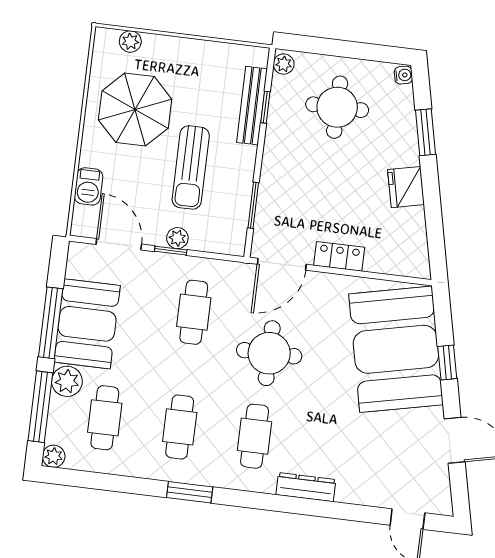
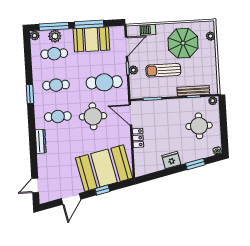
cafe table: (194, 312) -> (104, 82), width x1.37, depth x1.35
plant: (67, 381) -> (55, 36), moved

